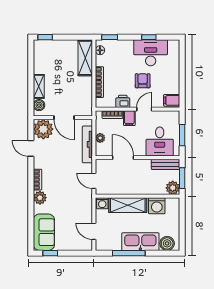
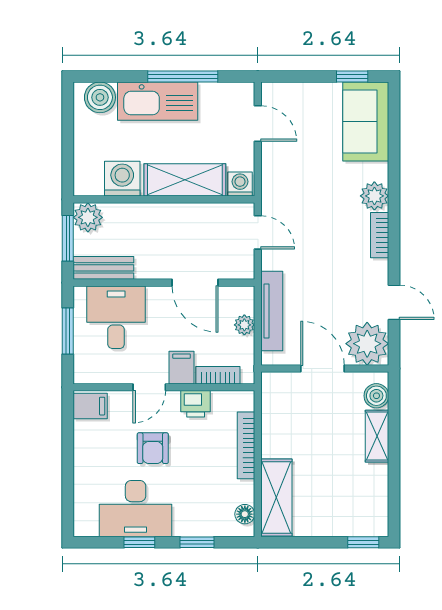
window: (110, 37) -> (197, 542), moved

